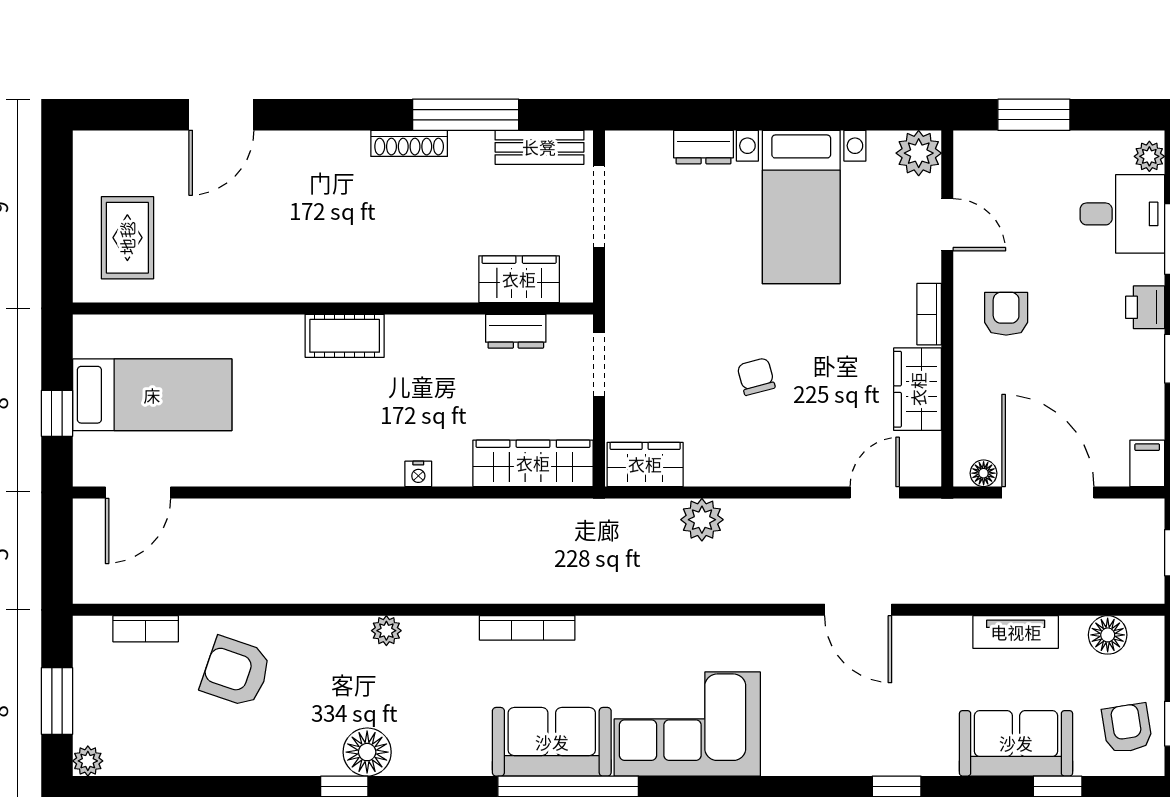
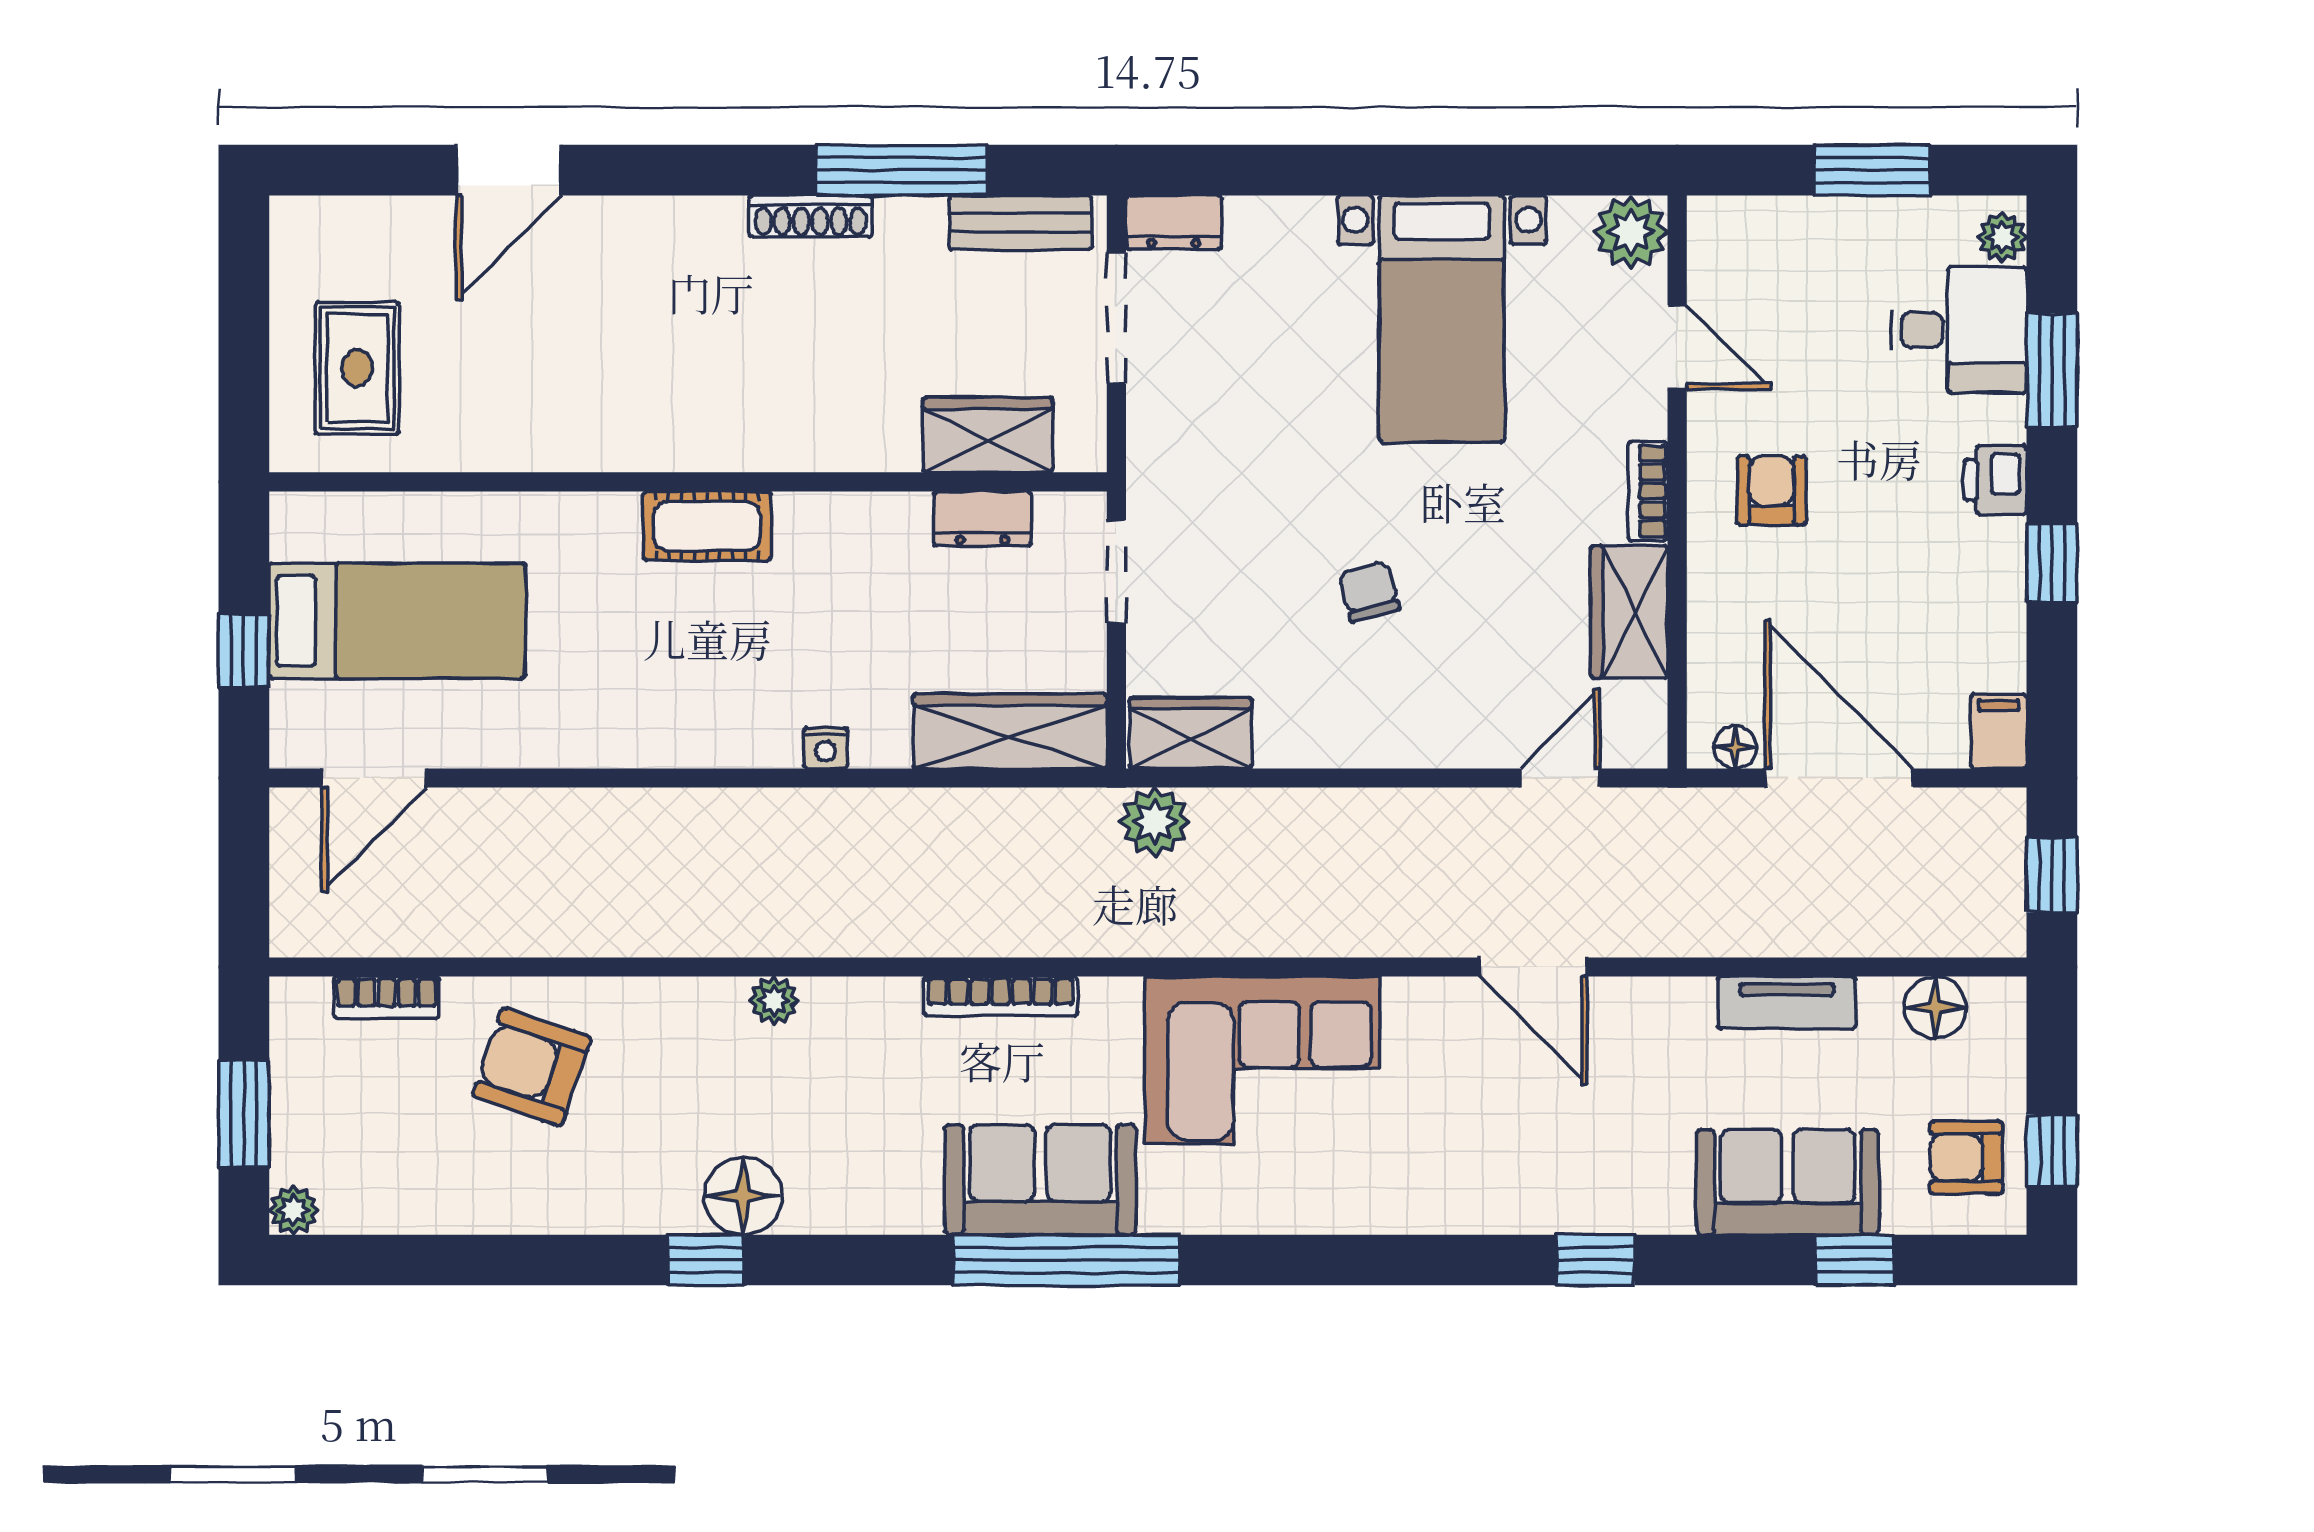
window: (1034, 115) -> (1872, 170), moved
dresser: (704, 147) -> (1174, 222), moved
plant: (702, 520) -> (1155, 822), moved
corner sofa: (687, 724) -> (1262, 1060), moved, turned 180
armchair: (1127, 728) -> (1966, 1158), turned -81

